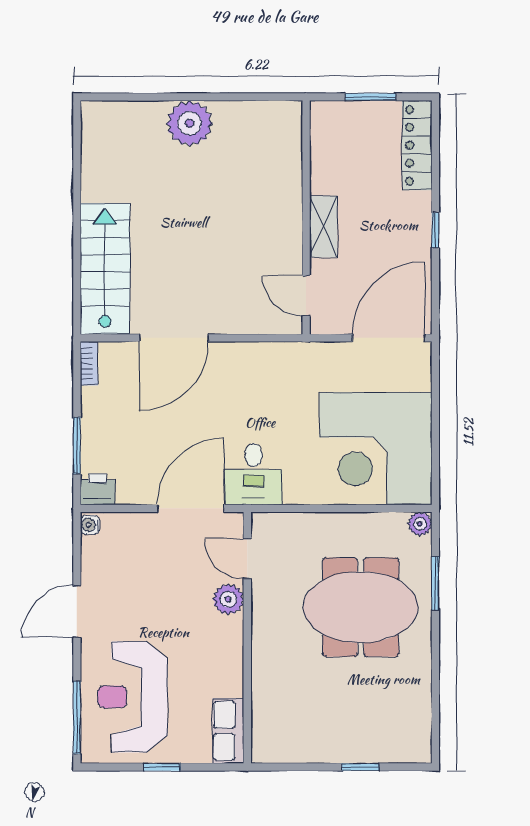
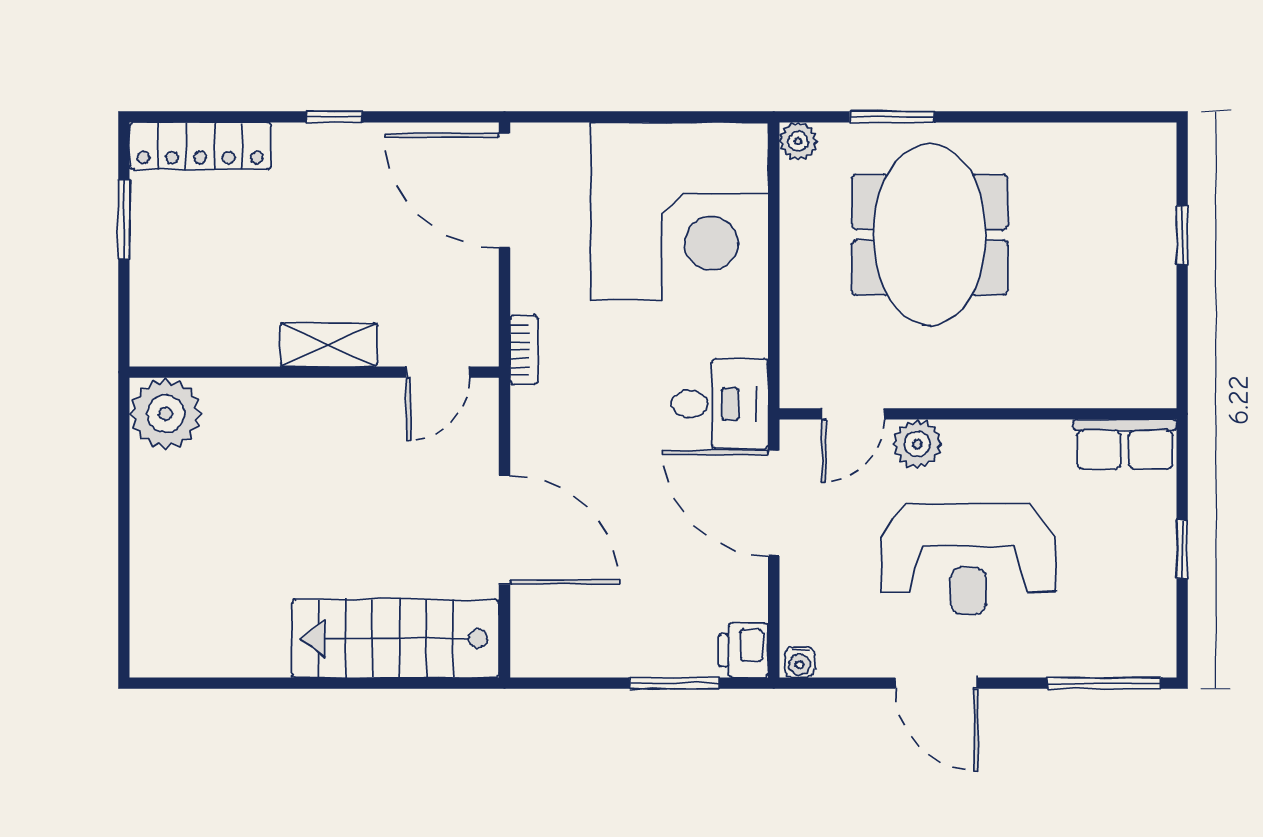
plant: (190, 123) -> (166, 414), moved
wall: (306, 217) -> (314, 372), moved
shelving: (323, 227) -> (329, 345), moved
door: (306, 296) -> (438, 372), moved
bookcase: (89, 363) -> (524, 350), moved, turned 90
reception desk: (133, 697) -> (968, 559), moved

